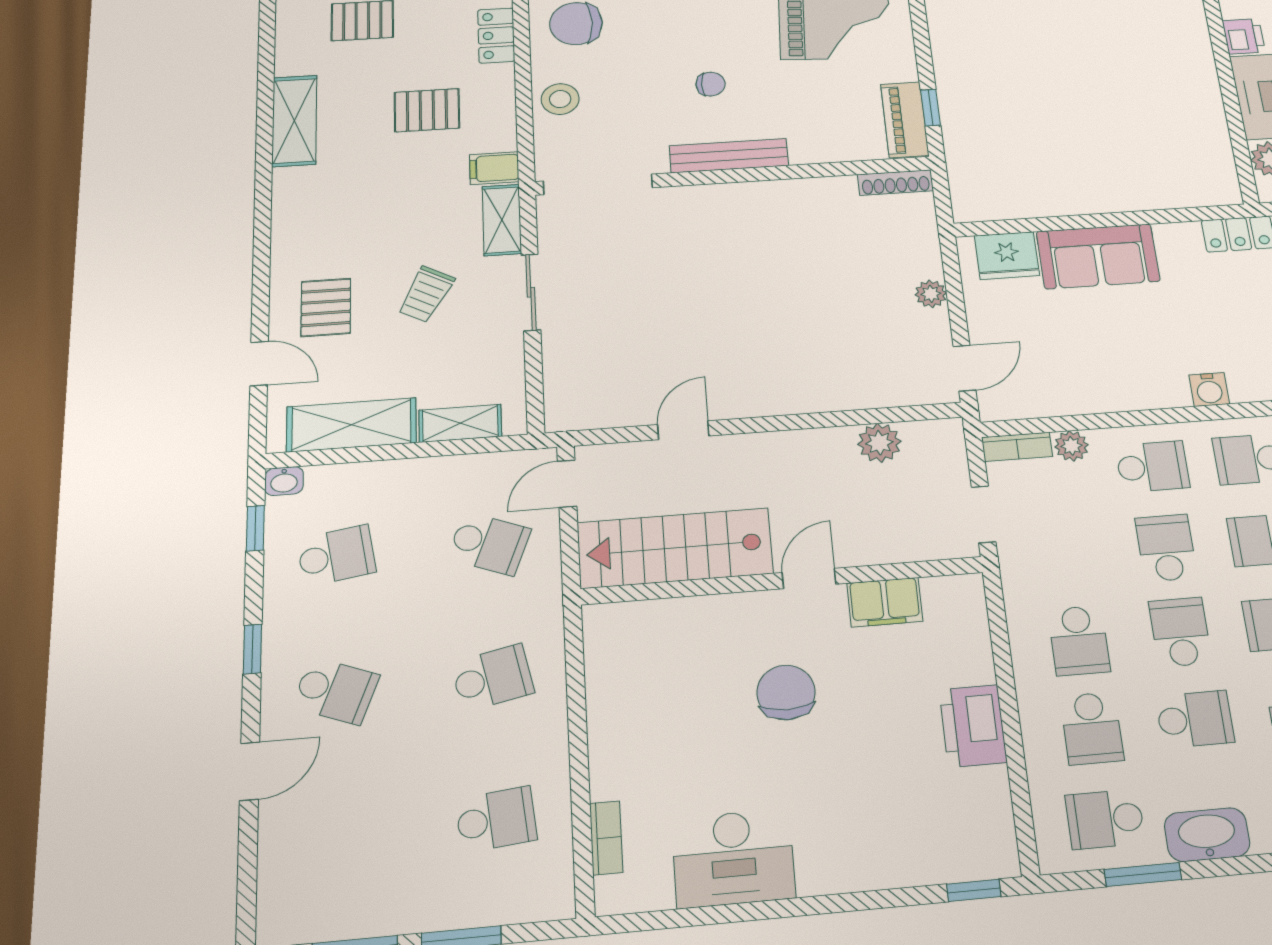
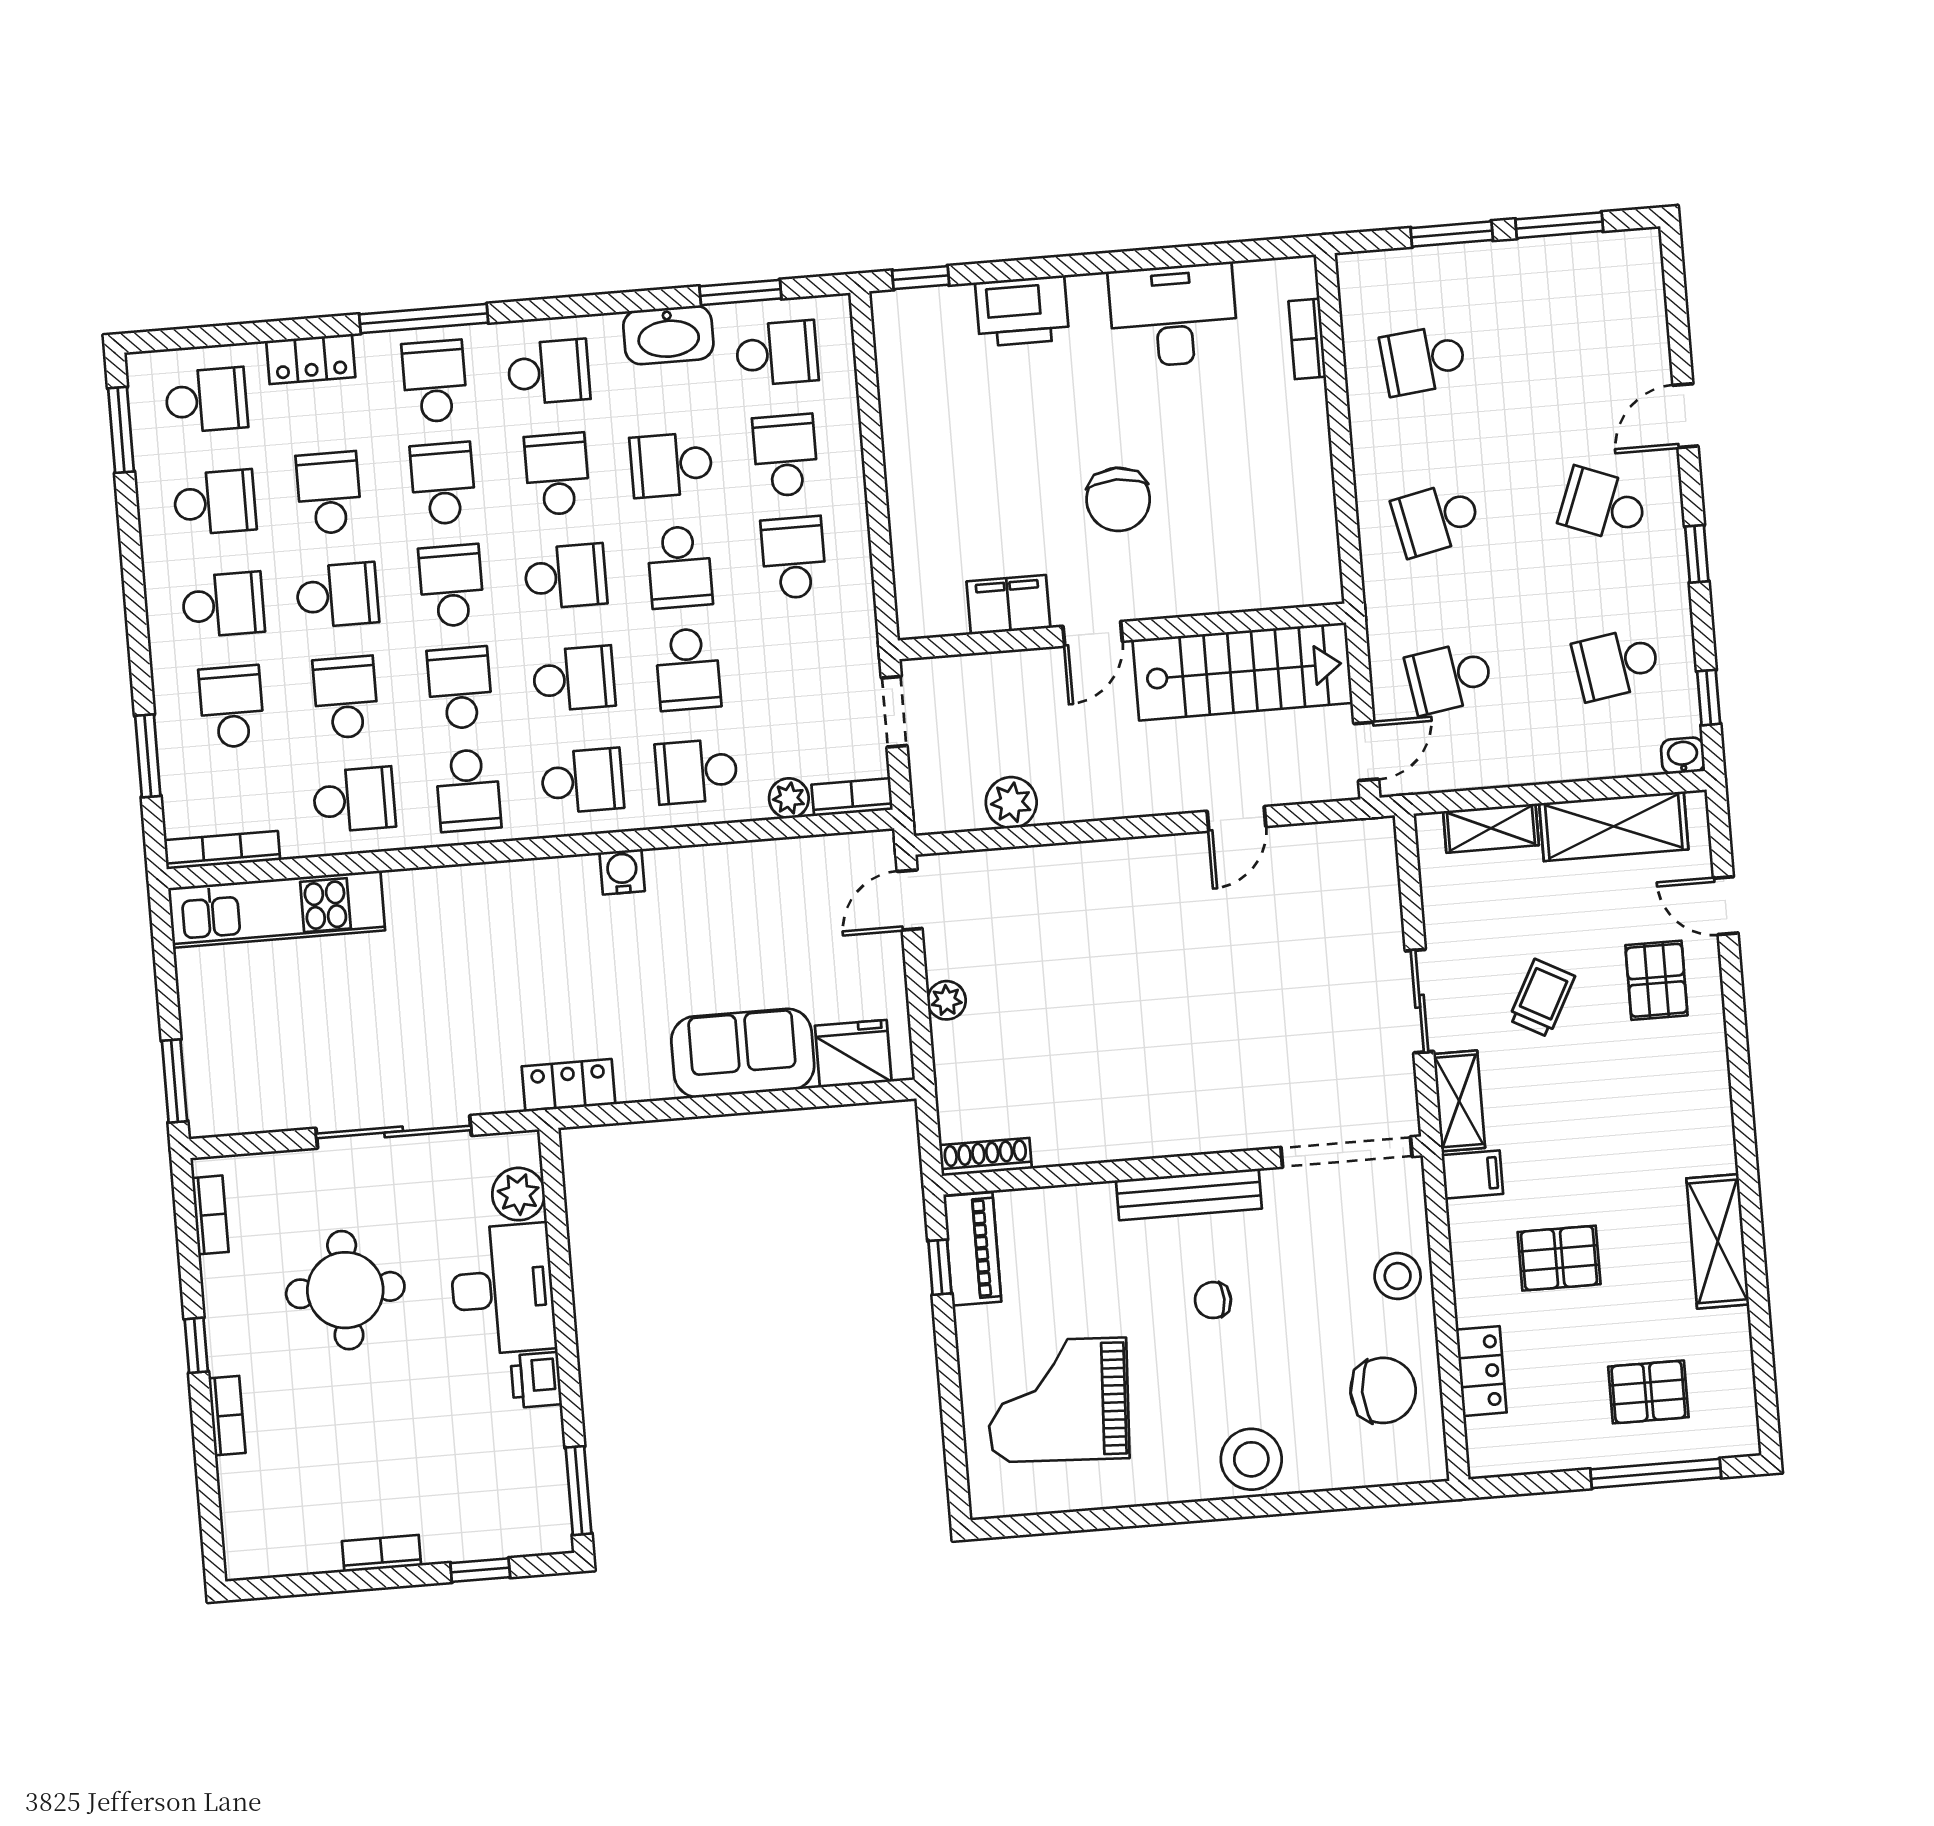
school desk: (489, 544) -> (1449, 678), turned -30
printer: (973, 726) -> (1022, 311), moved, turned 90

